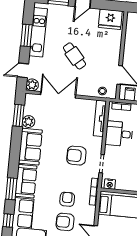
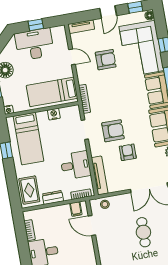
cafe table: (74, 56) -> (143, 232), turned 42
nightstand: (110, 184) -> (54, 114), moved
armchair: (67, 199) -> (128, 152), moved, turned 180

